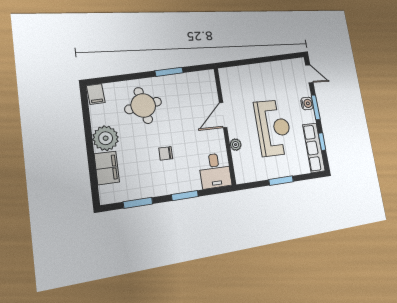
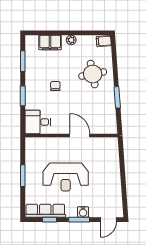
plant: (106, 138) -> (71, 40), width x0.53, depth x0.53
plant: (236, 145) -> (56, 142), removed

